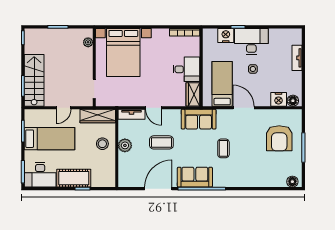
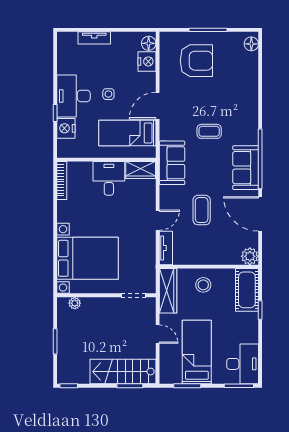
plant: (125, 145) -> (250, 256), moved
cot: (74, 178) -> (247, 290), moved

